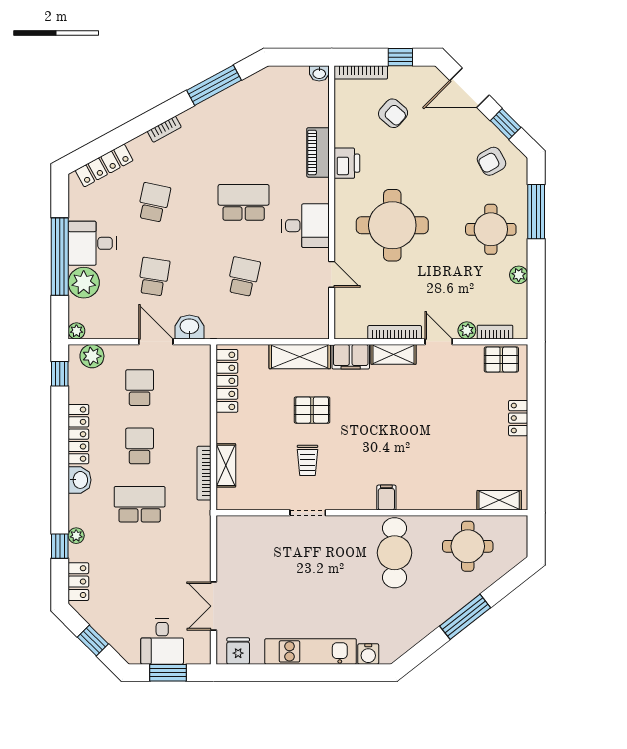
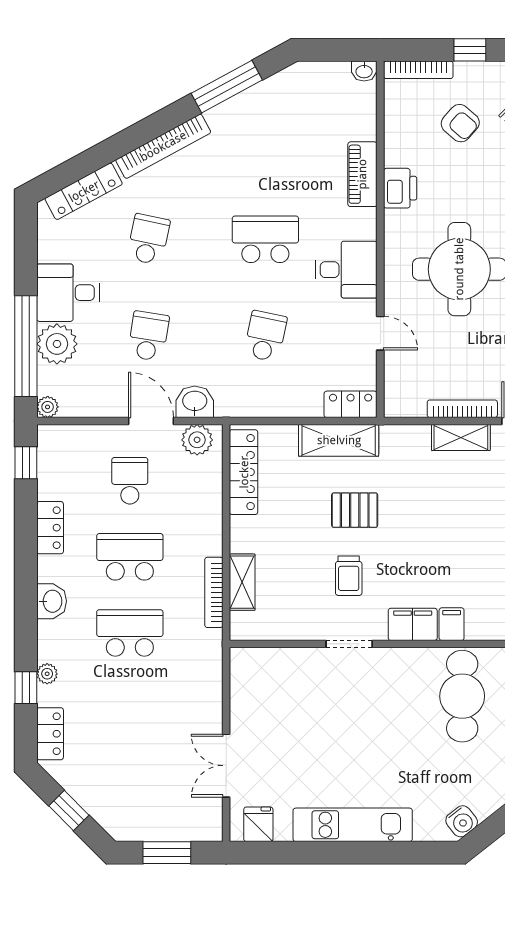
bookcase: (164, 129) -> (163, 146), width x2.31, depth x1.31
window: (60, 257) -> (26, 346), moved
locker: (309, 329) -> (351, 404), added
plant: (92, 356) -> (197, 440), moved
filing cabinet: (351, 357) -> (413, 624), moved, turned 180
locker: (78, 434) -> (50, 528), width x0.66
school desk: (140, 446) -> (130, 557), width x1.85
desk: (162, 641) -> (159, 812), removed
water cooler: (368, 654) -> (462, 821), moved, turned -38

